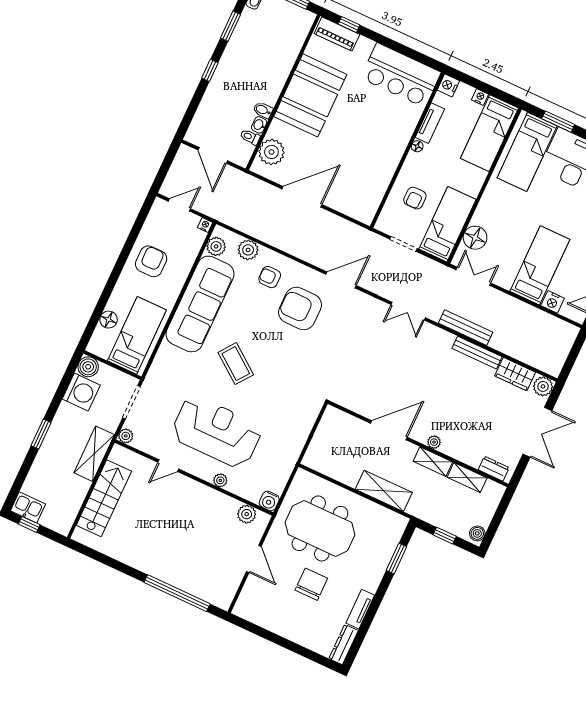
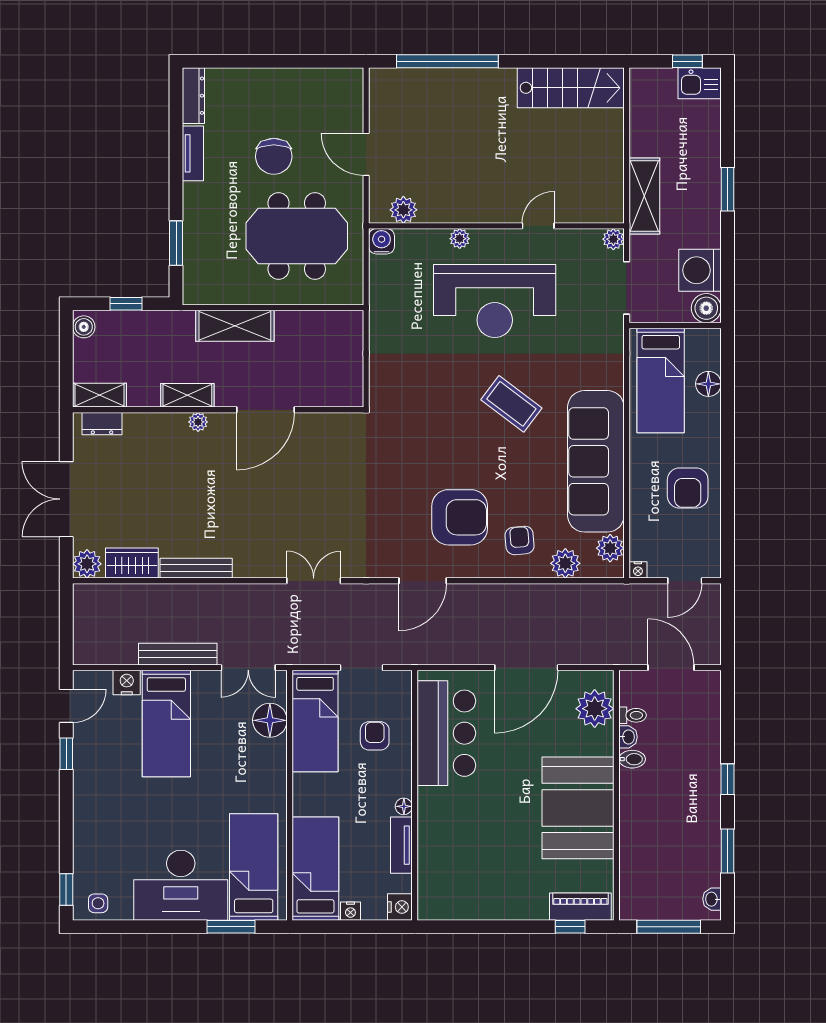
bar counter: (401, 75) -> (446, 733), moved, turned 90
armchair: (270, 277) -> (520, 540), turned -95
bench: (466, 328) -> (178, 654), moved
shelving: (467, 478) -> (99, 395), moved
stairs: (104, 498) -> (571, 88), moved, turned -90

